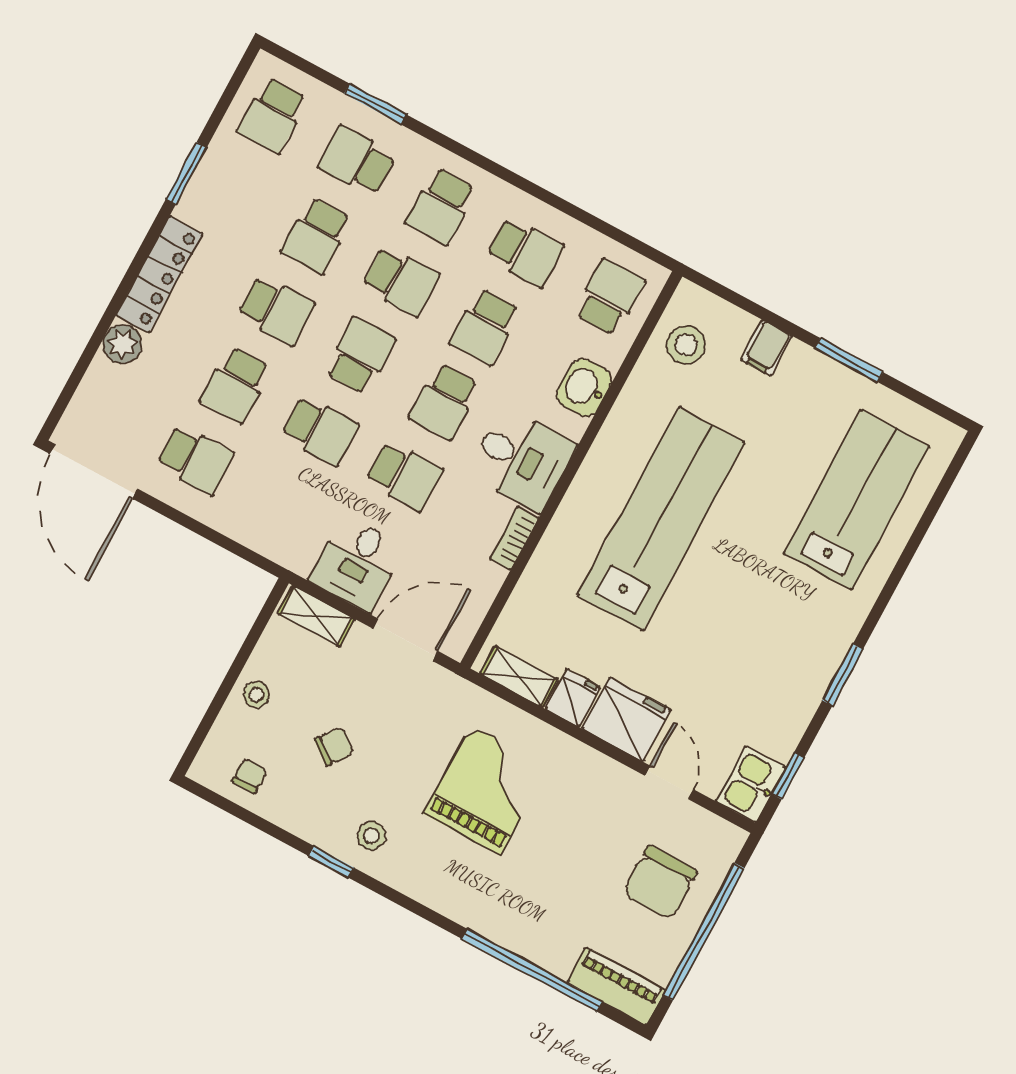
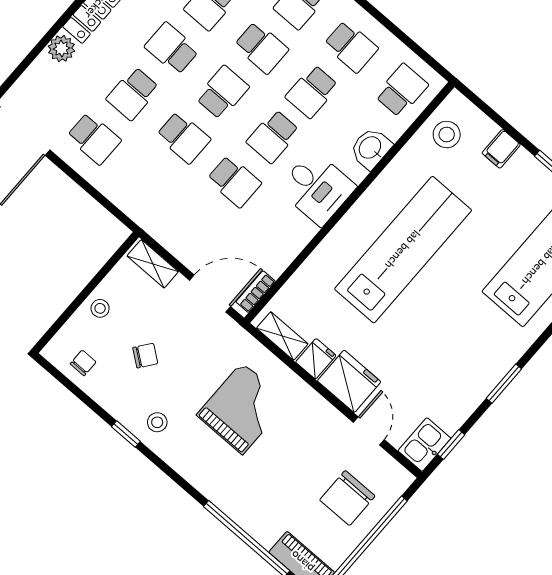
school desk: (276, 310) -> (172, 49), turned 180
bookcase: (514, 538) -> (256, 292), moved
desk: (357, 563) -> (189, 234), removed

